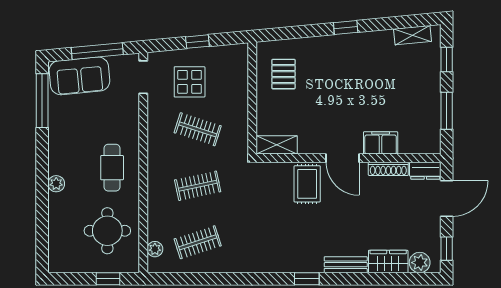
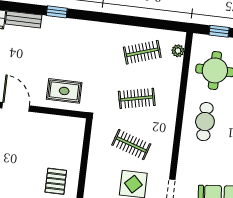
shelving: (277, 145) -> (68, 124), removed
rug: (307, 184) -> (64, 91), moved, turned 90

